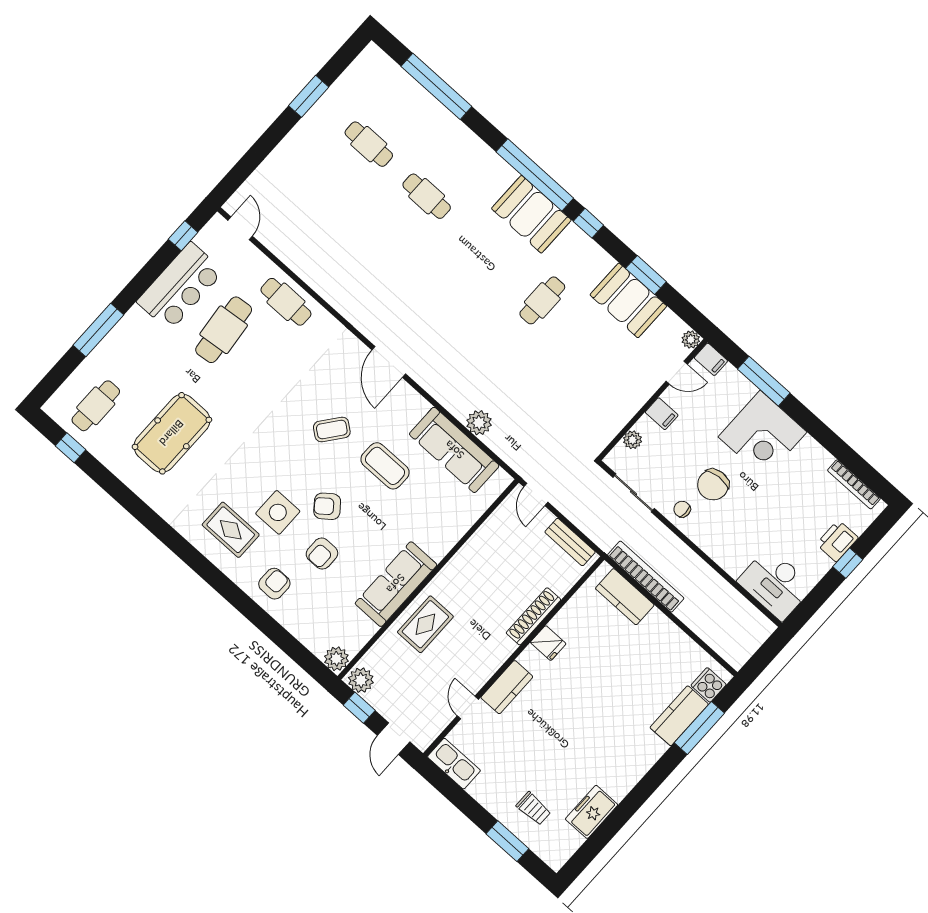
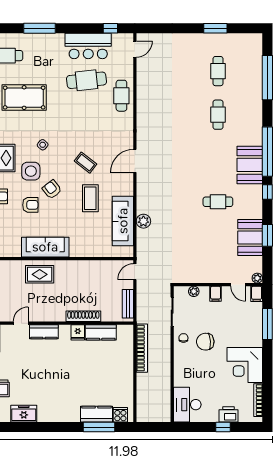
corner desk: (763, 434) -> (245, 365), moved
side table: (257, 465) -> (43, 145), added
armchair: (322, 554) -> (30, 205), turned 180
kitchen counter: (625, 597) -> (101, 332), moved, turned -90

